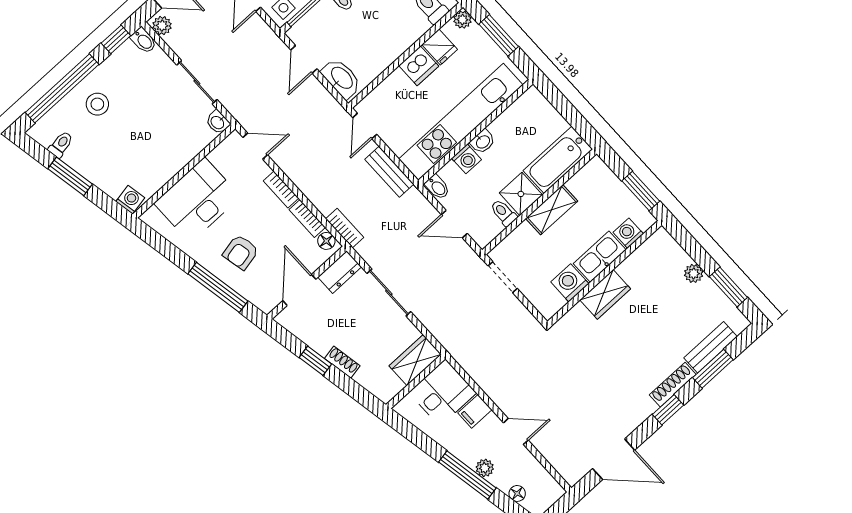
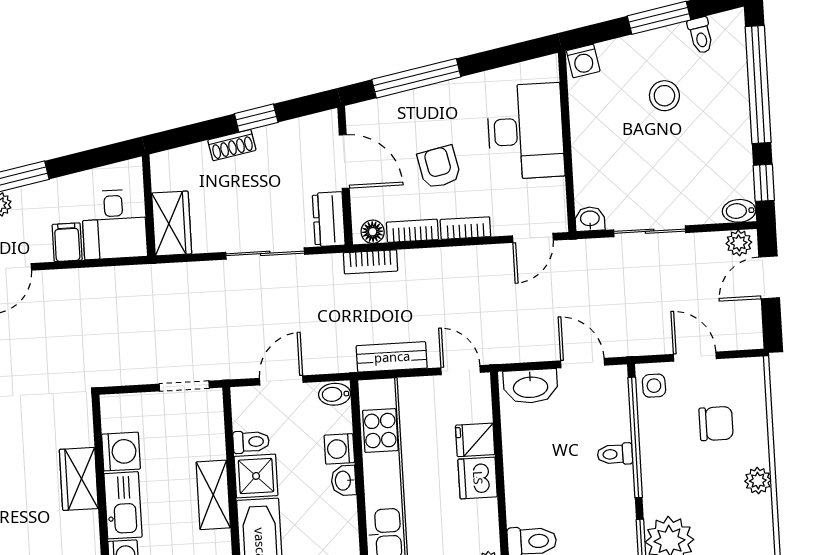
fridge: (440, 47) -> (475, 440), moved
stool: (97, 104) -> (664, 96), moved
armchair: (241, 252) -> (439, 167), moved

